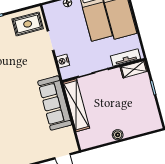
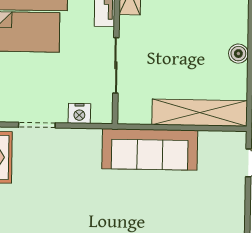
shelving: (76, 105) -> (200, 113), moved

